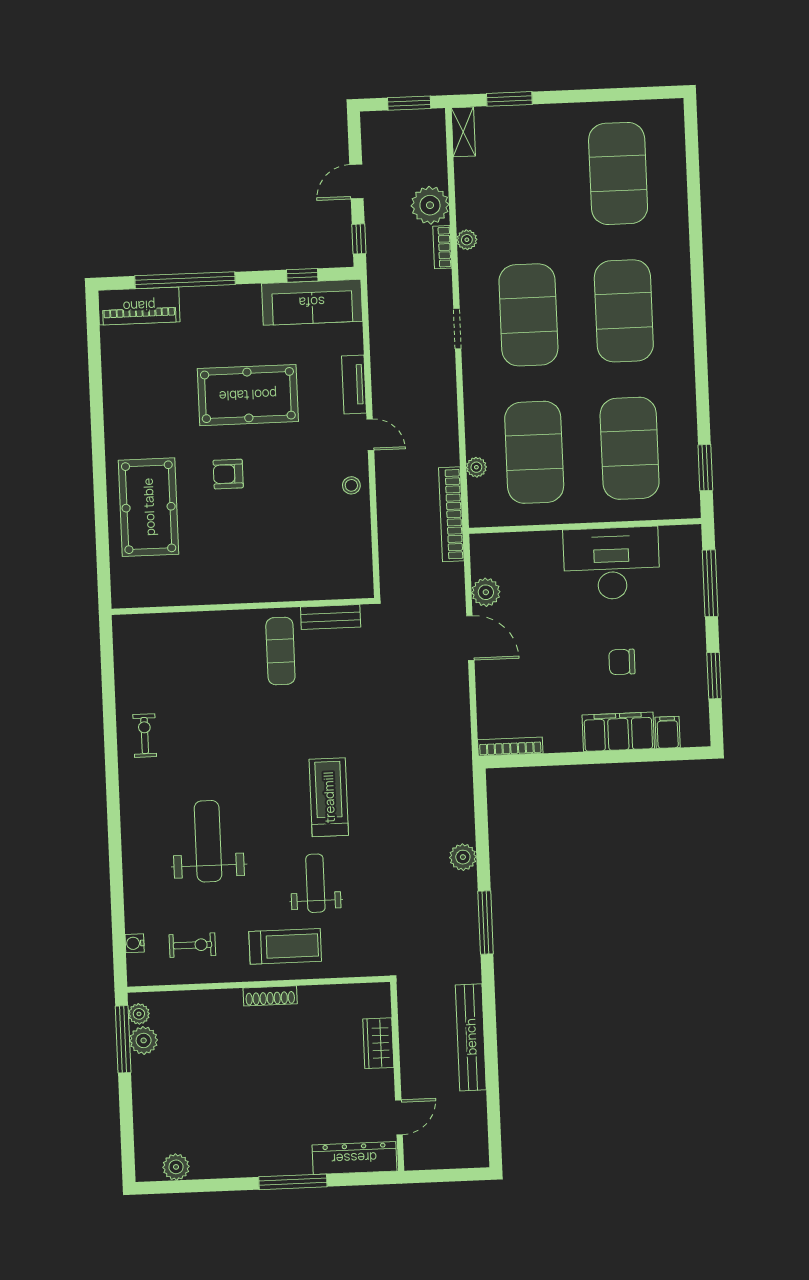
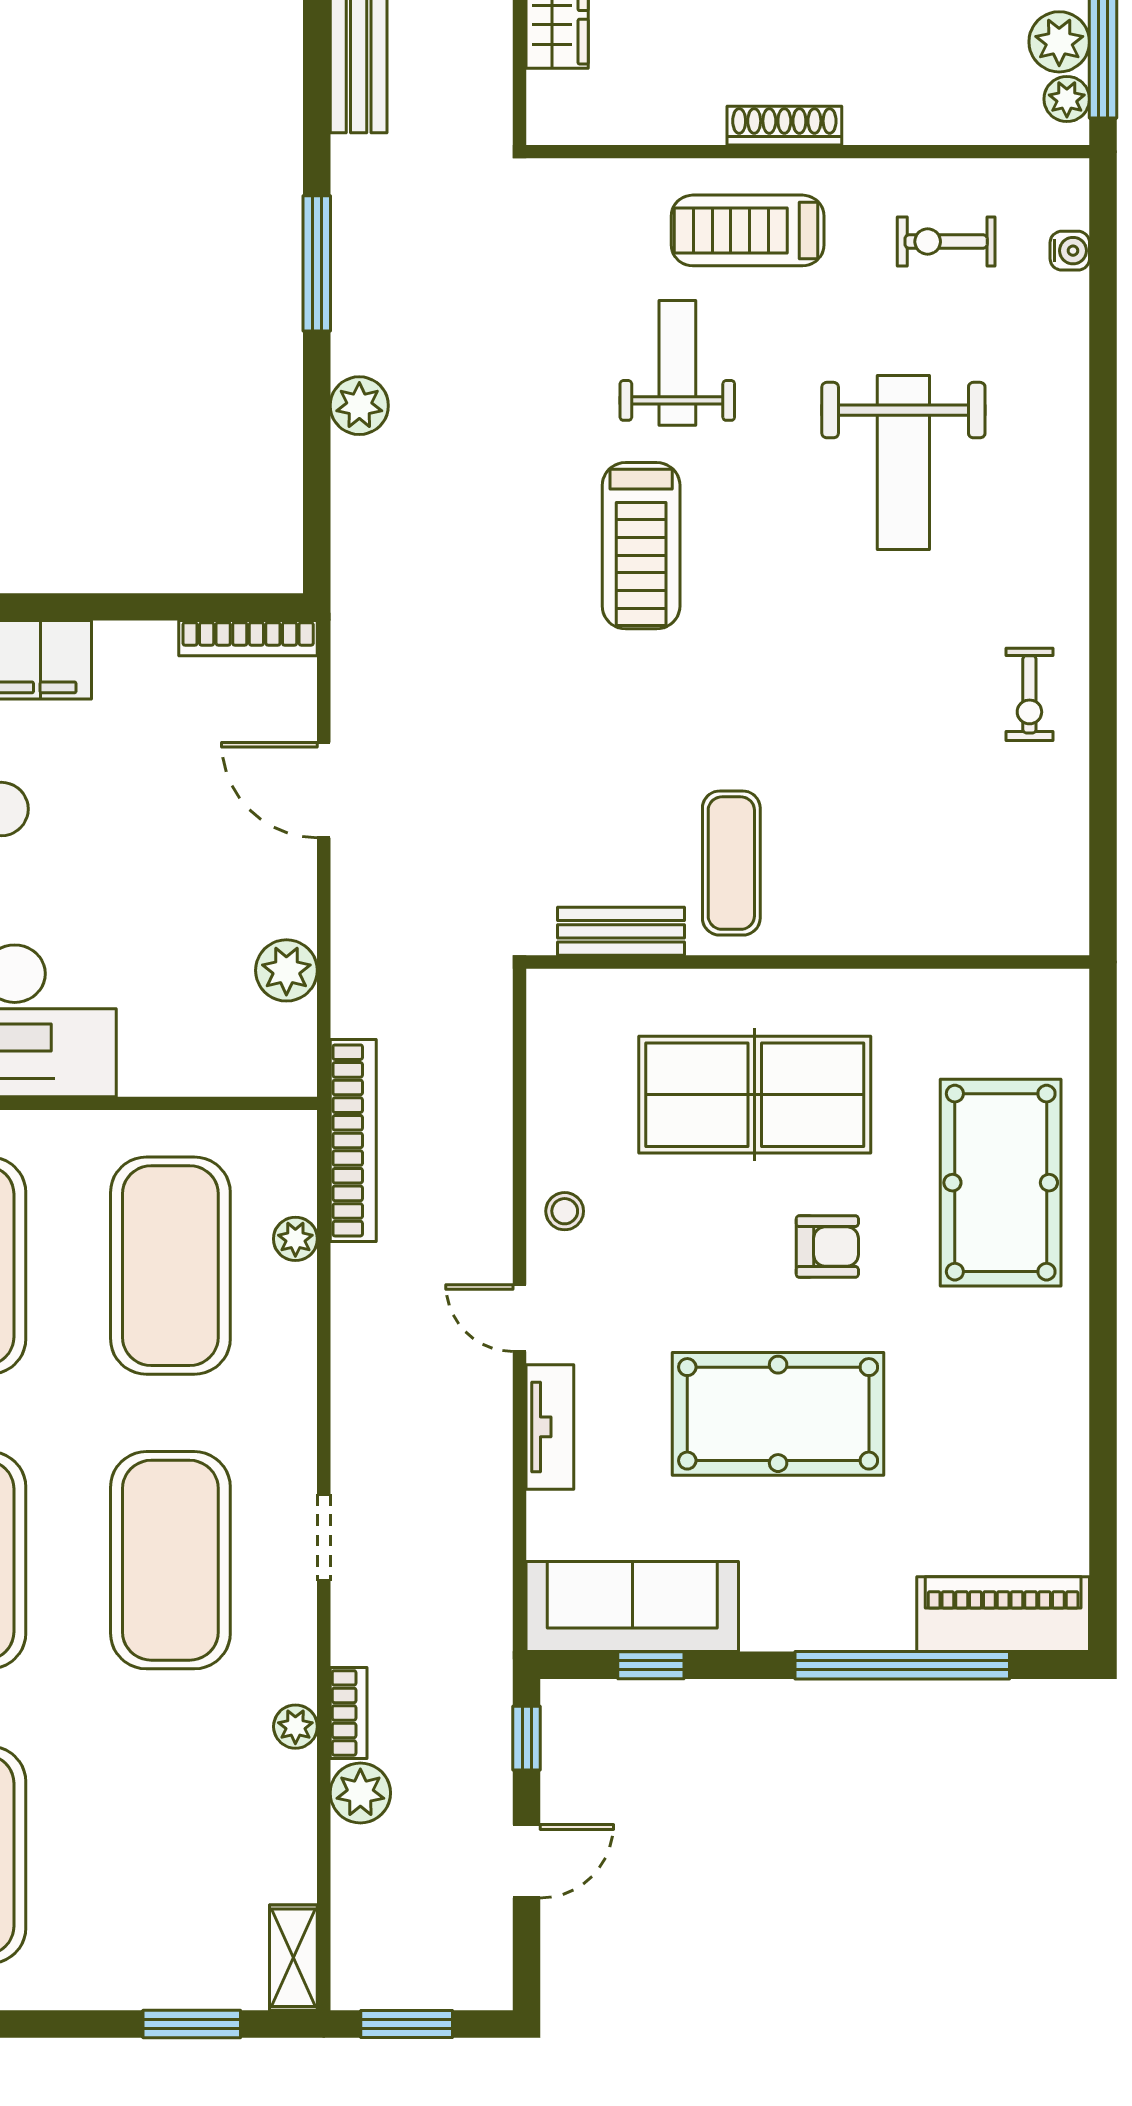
plant: (430, 205) -> (360, 1793), width x0.73, depth x0.73
table tennis table: (265, 543) -> (755, 1095), added
door: (470, 638) -> (324, 790), moved
weight bench: (315, 883) -> (677, 363), turned 180

